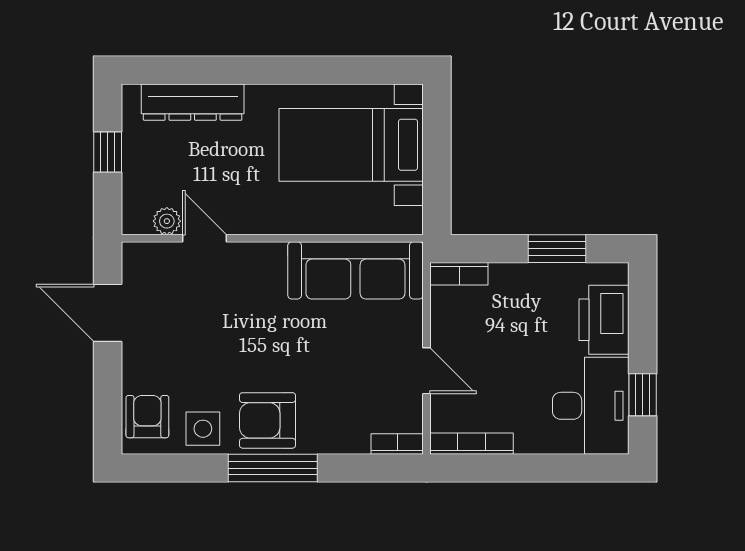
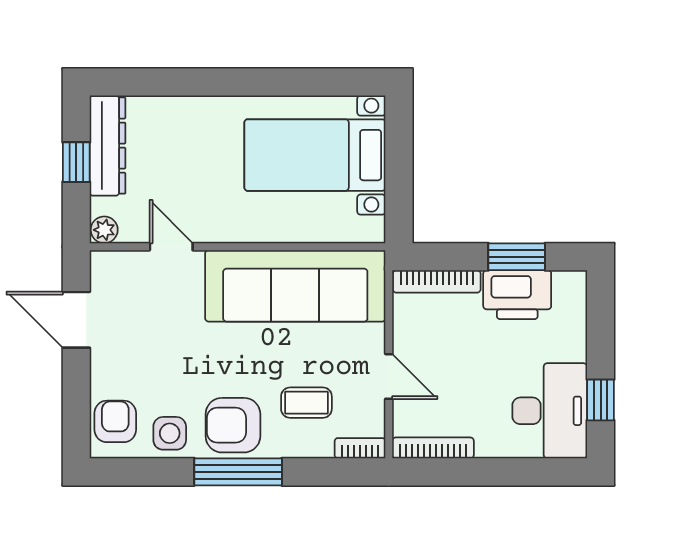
dresser: (193, 102) -> (108, 146), moved, turned -90
plant: (167, 221) -> (104, 230), moved
sofa: (355, 270) -> (295, 286), width x1.36, depth x1.27
bookcase: (459, 274) -> (437, 281), width x1.56
printer: (604, 320) -> (517, 295), moved, turned -90
coffee table: (342, 397) -> (306, 403), added

